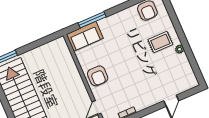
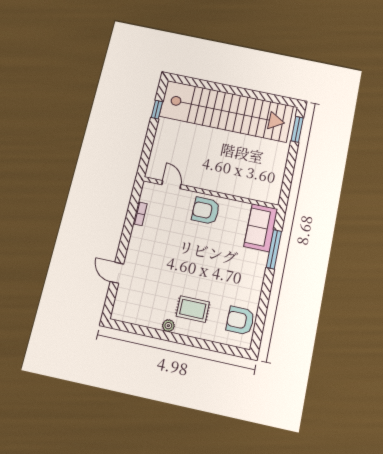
rug: (160, 42) -> (193, 309), turned 90

